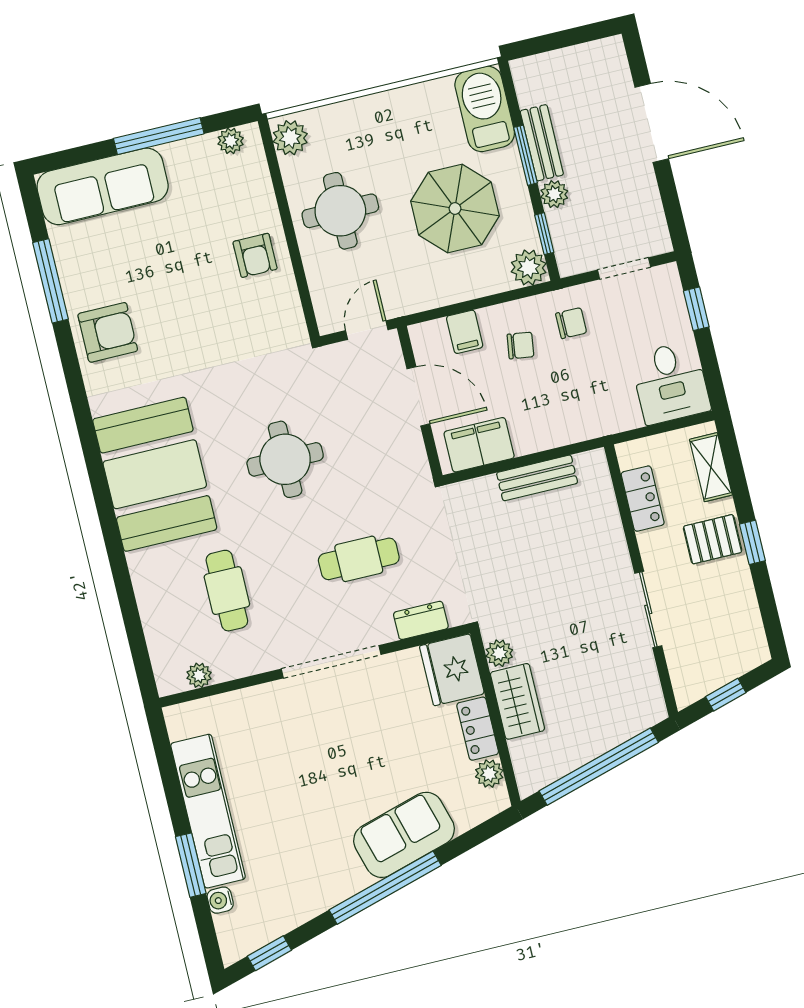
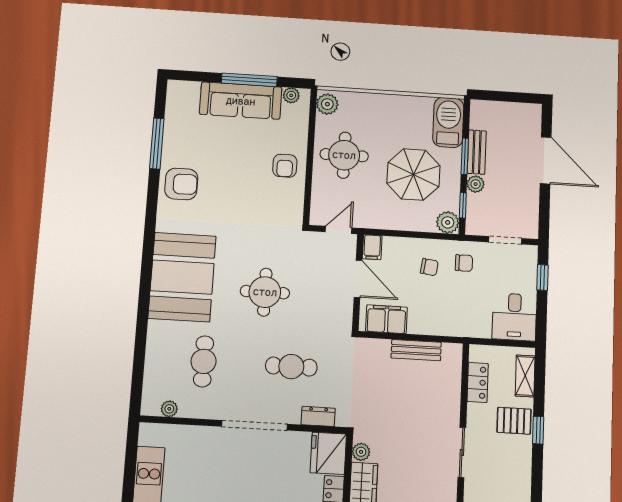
sofa: (103, 186) -> (241, 101), moved
filing cabinet: (465, 332) -> (372, 247), moved

